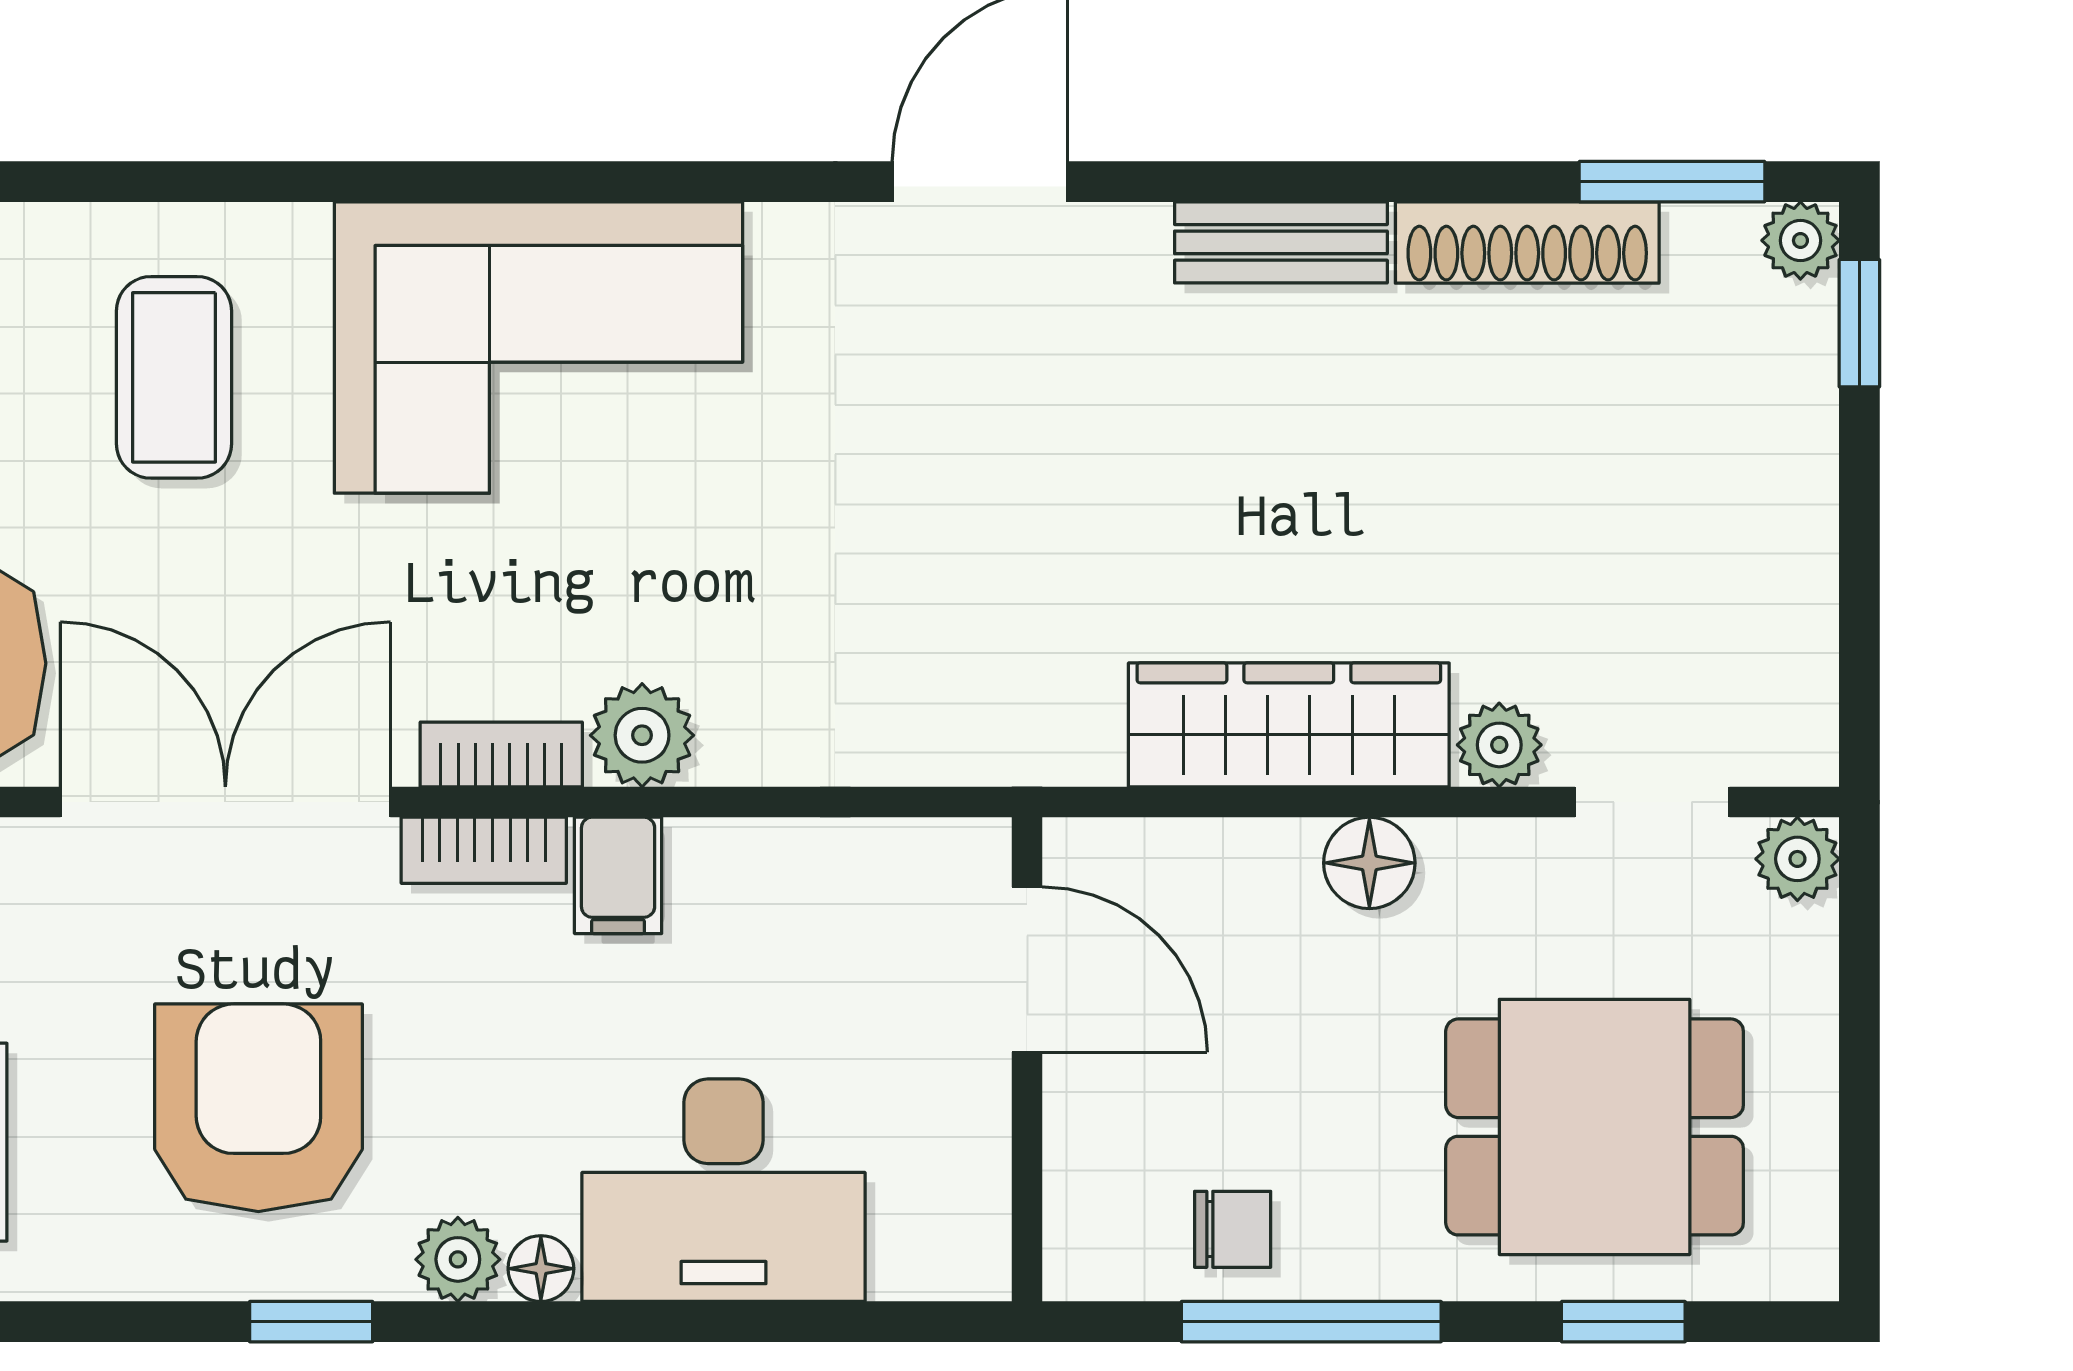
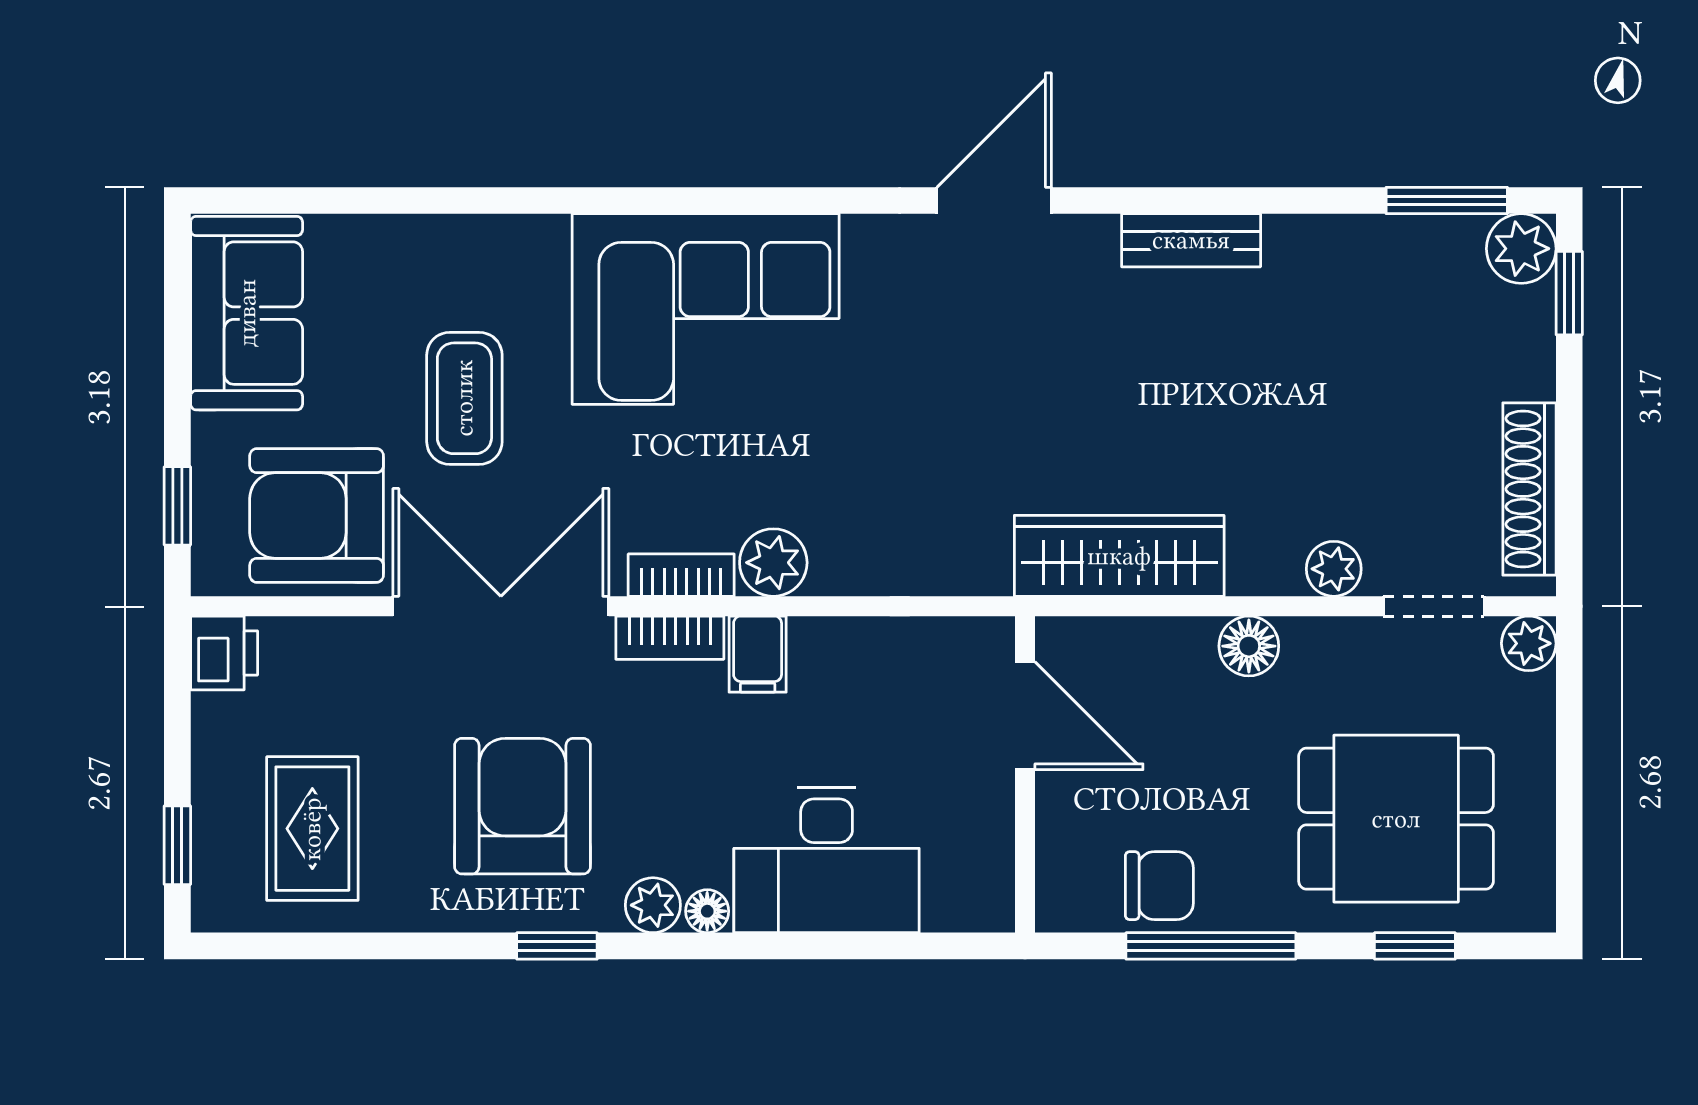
plant: (1800, 240) -> (1521, 249), width x1.38, depth x1.38
shoe rack: (1527, 242) -> (1529, 489), moved, turned 90
coffee table: (174, 377) -> (464, 398), moved
wardrobe: (1289, 725) -> (1119, 556), moved
chair: (1233, 1229) -> (1159, 886), width x1.37, depth x1.37

